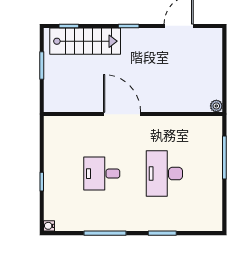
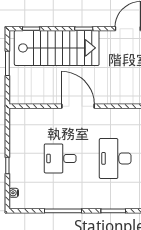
stairs: (85, 41) -> (57, 48), width x1.36, depth x1.51
water cooler: (49, 226) -> (14, 193), moved

